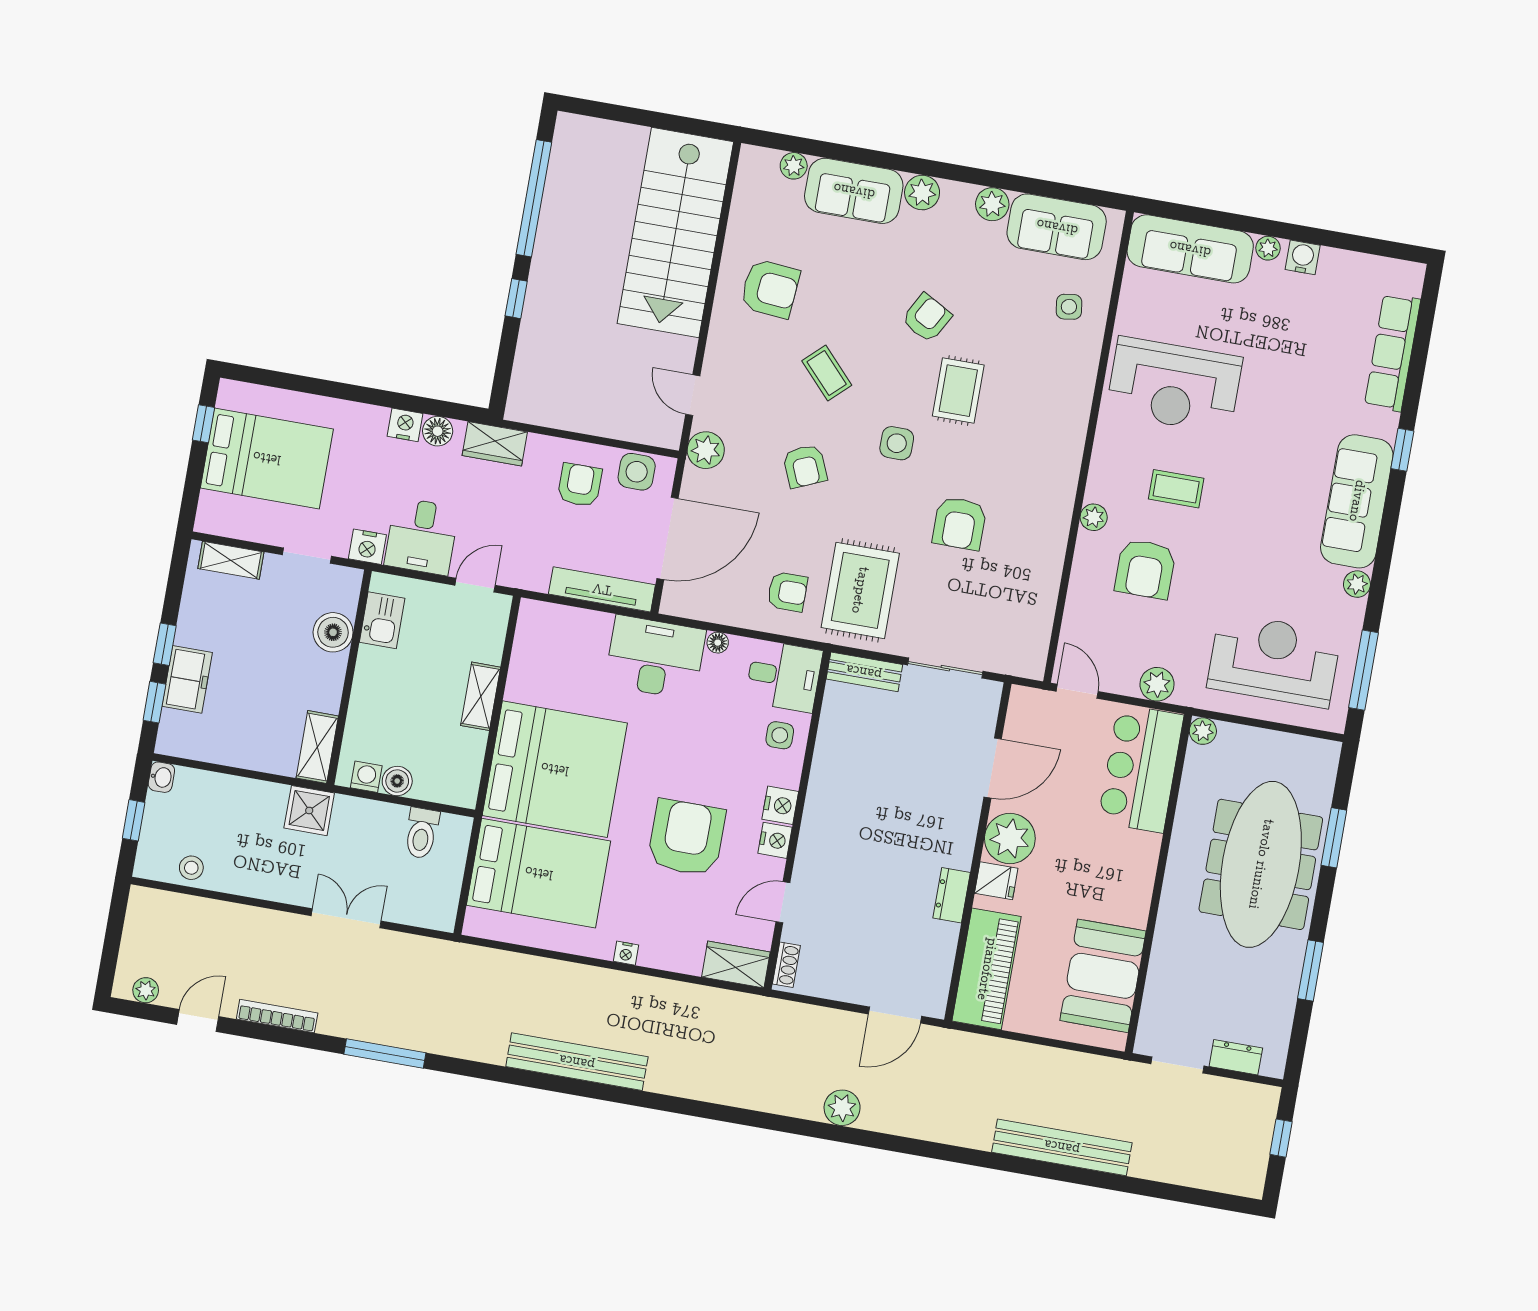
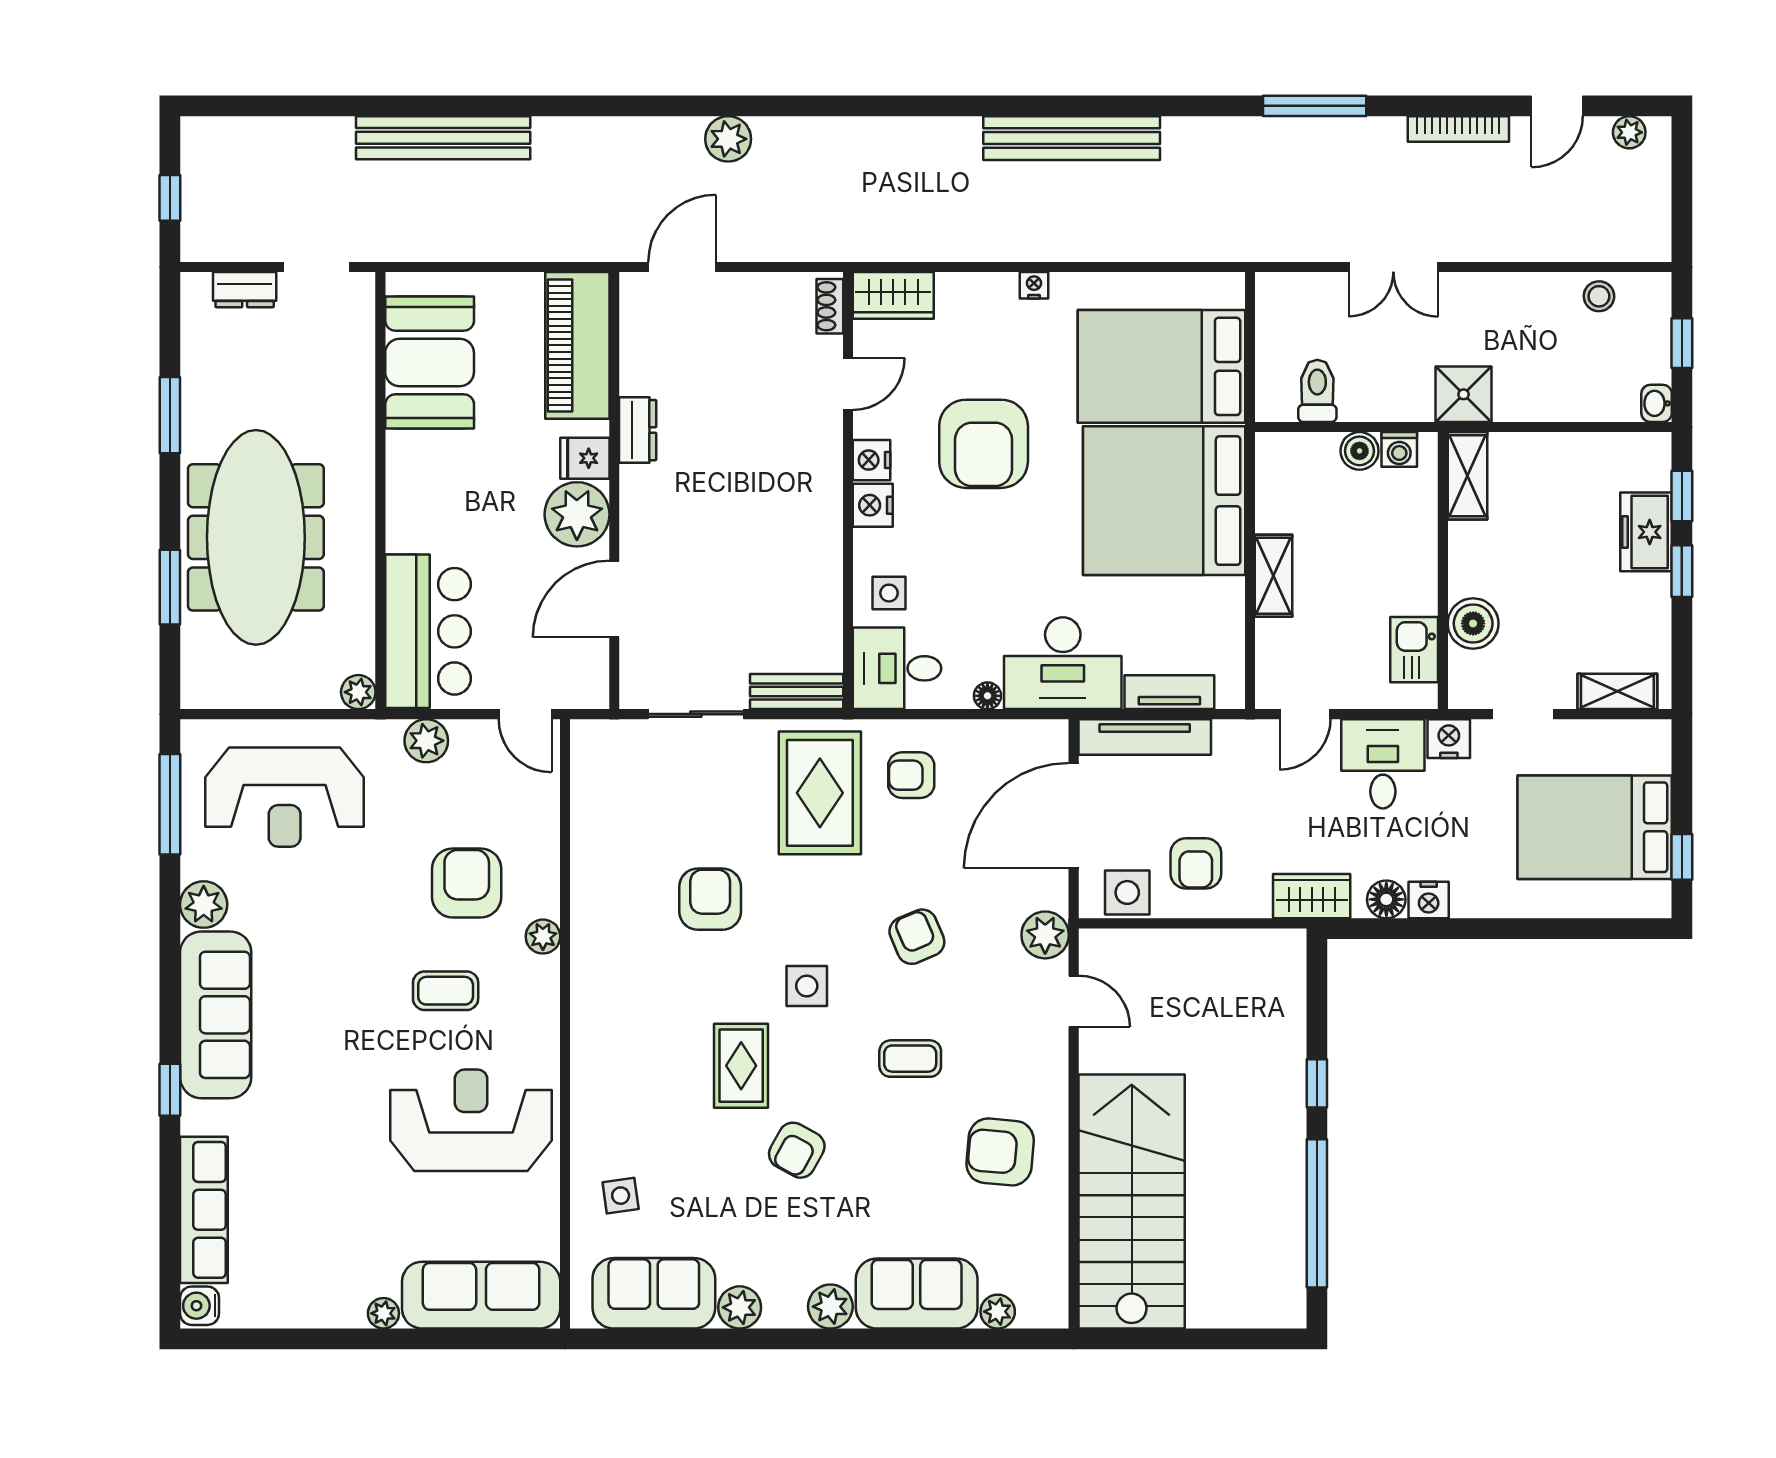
water cooler: (1303, 257) -> (200, 1306), moved, turned 90
coffee table: (827, 373) -> (910, 1059), turned -47
plant: (1357, 584) -> (204, 905), width x1.38, depth x1.38
tv unit: (577, 621) -> (1169, 692), added

